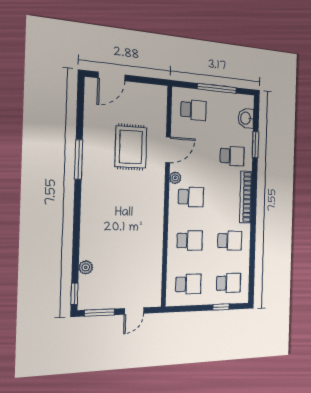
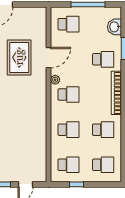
window: (221, 307) -> (77, 184), moved

